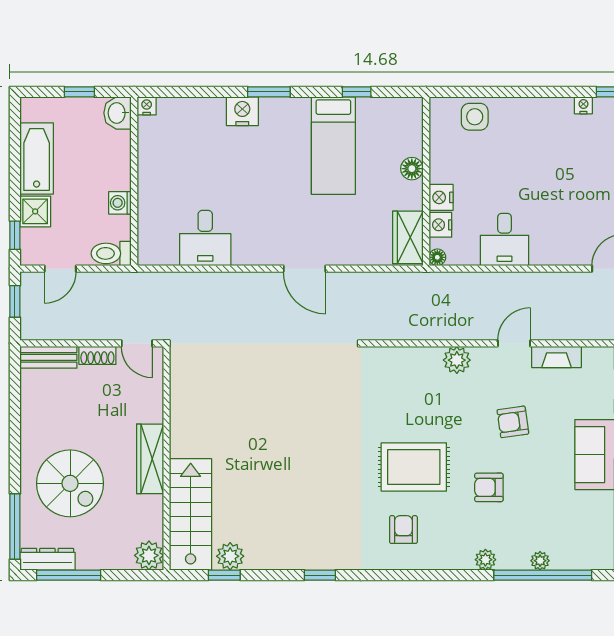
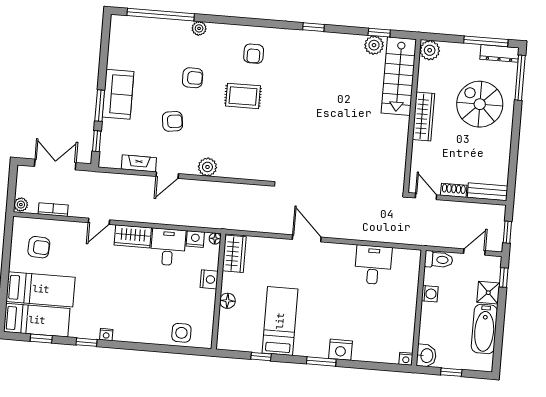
nightstand: (440, 225) -> (195, 239), moved, turned -90
wardrobe: (557, 251) -> (133, 236), added
rug: (414, 467) -> (243, 96), width x0.73, depth x0.70
plant: (540, 561) -> (162, 25), removed

